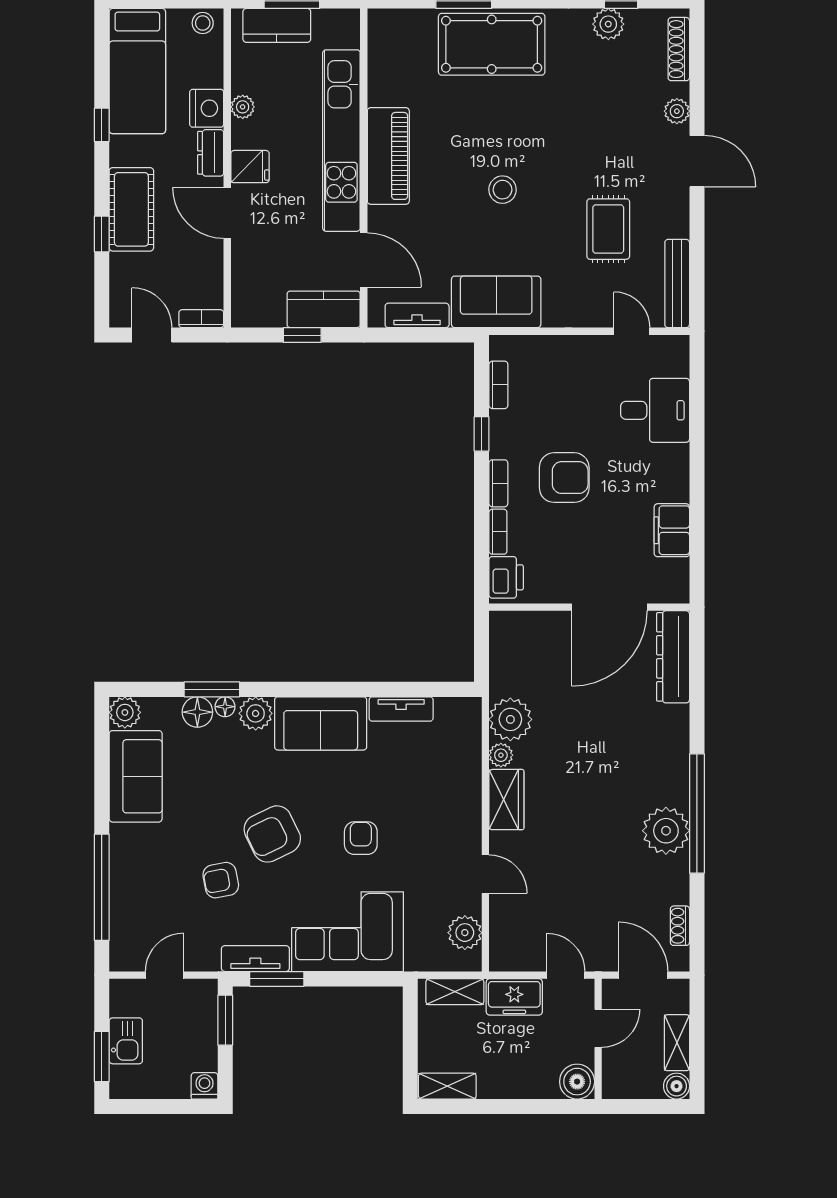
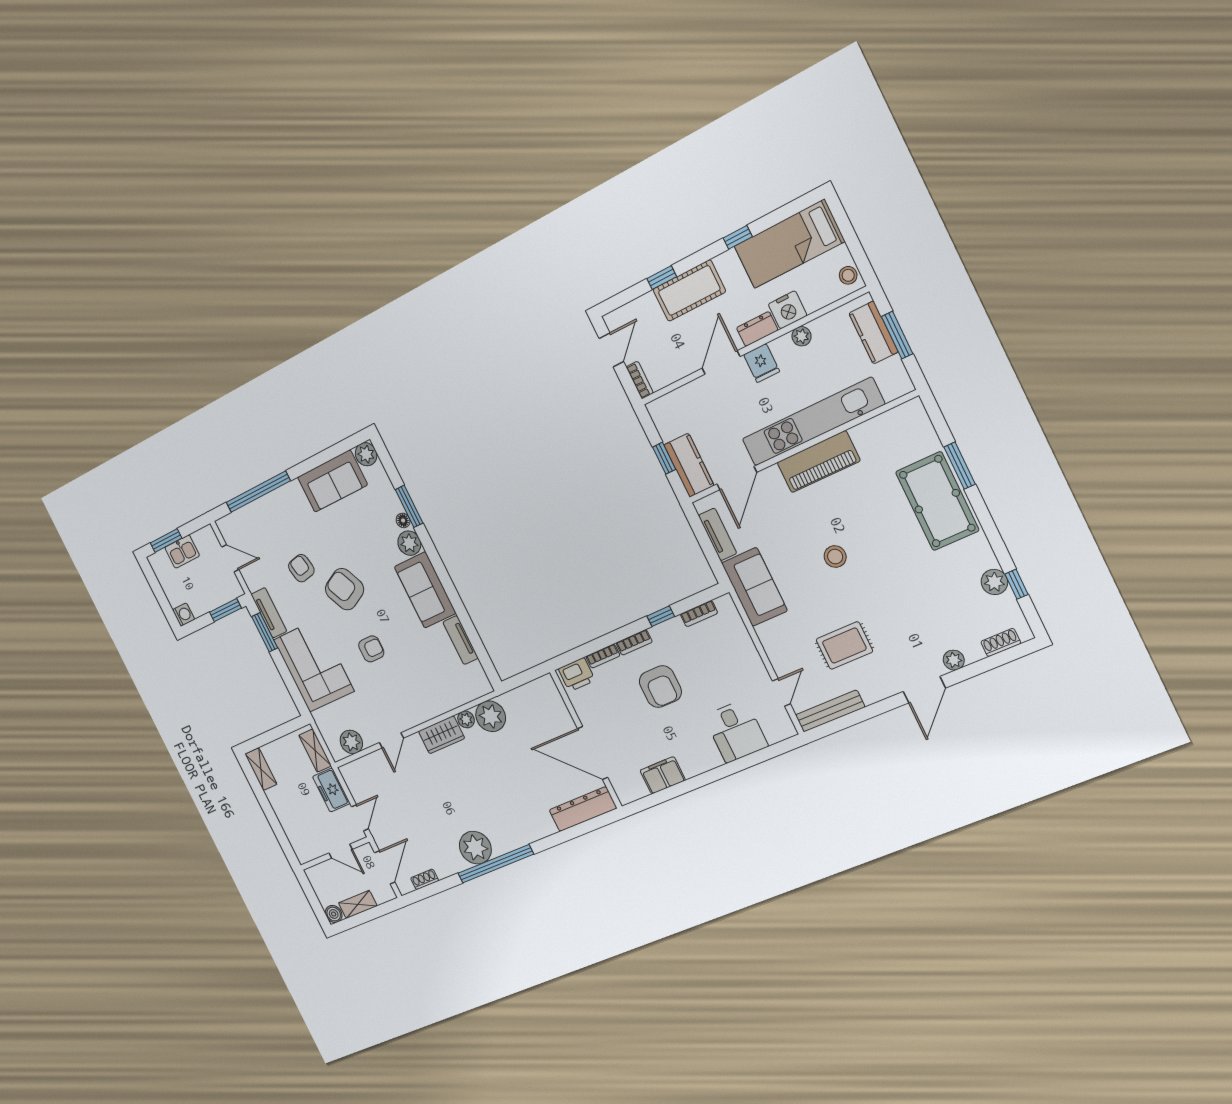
shoe rack: (679, 49) -> (1001, 642), width x0.70
floor lamp: (197, 712) -> (391, 503), removed
boiler: (577, 1082) -> (305, 850), removed

